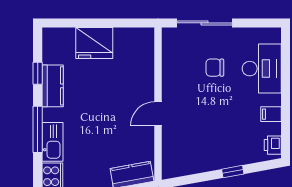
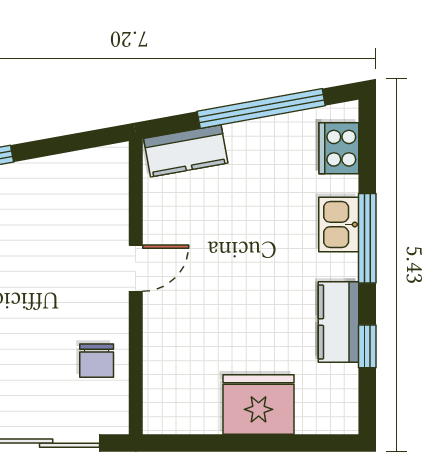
chair: (215, 68) -> (97, 361), moved, turned 90
kitchen sink: (52, 142) -> (339, 224), width x0.73

